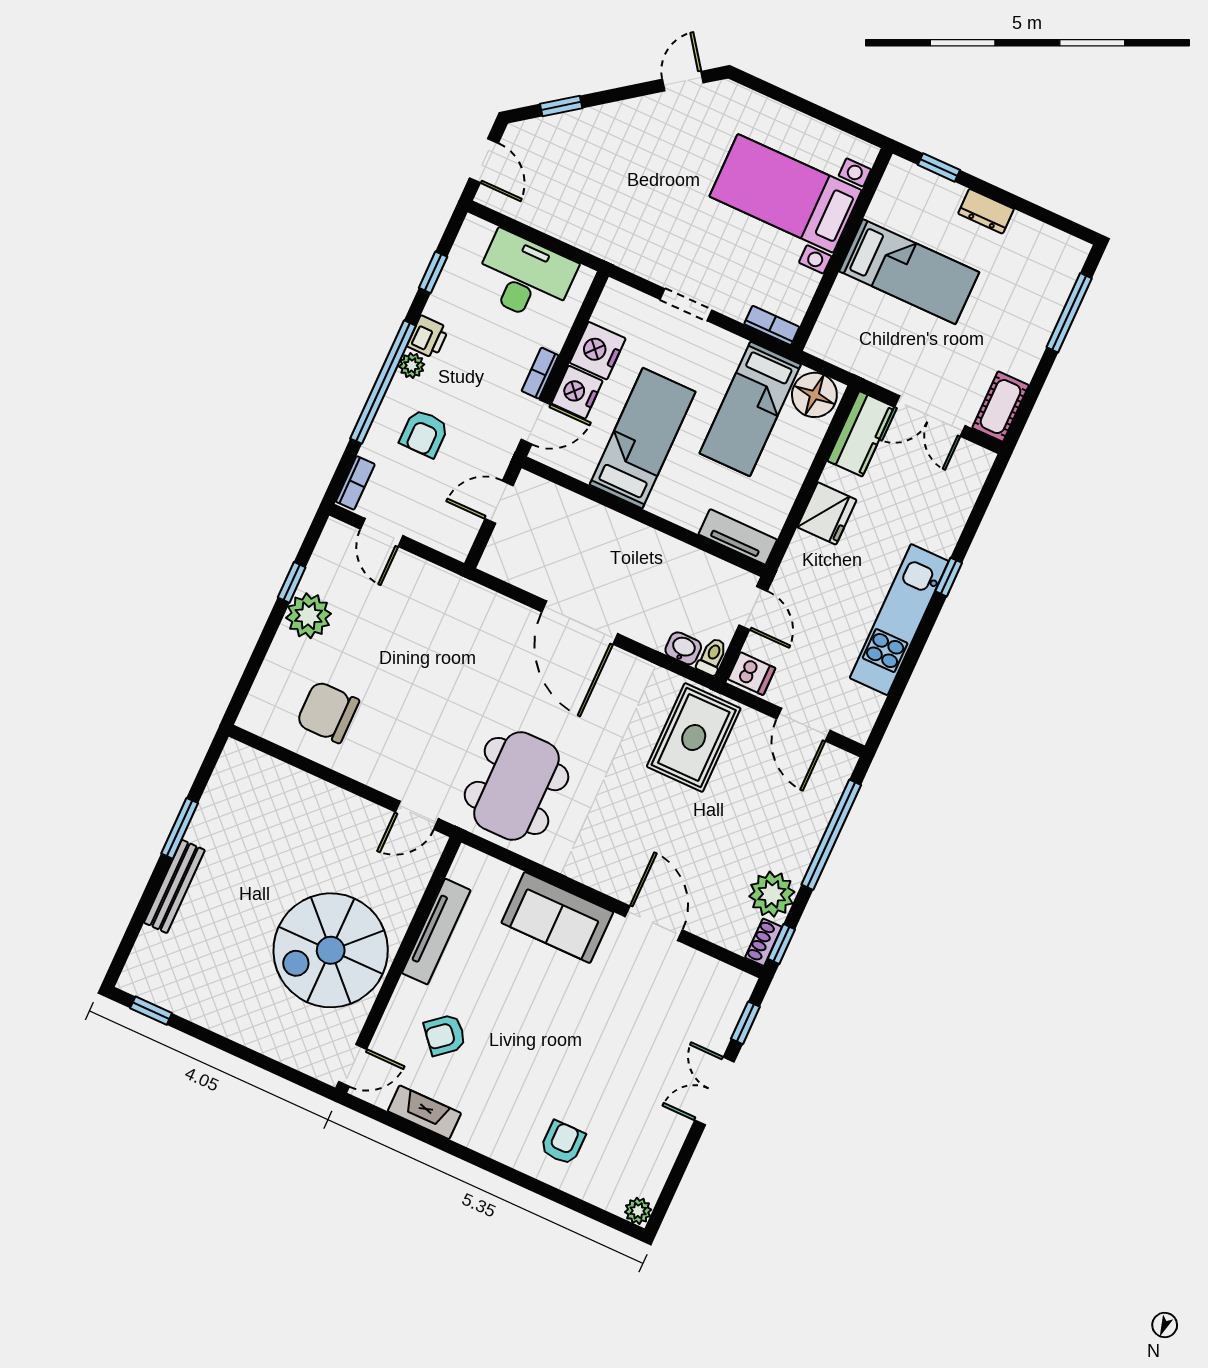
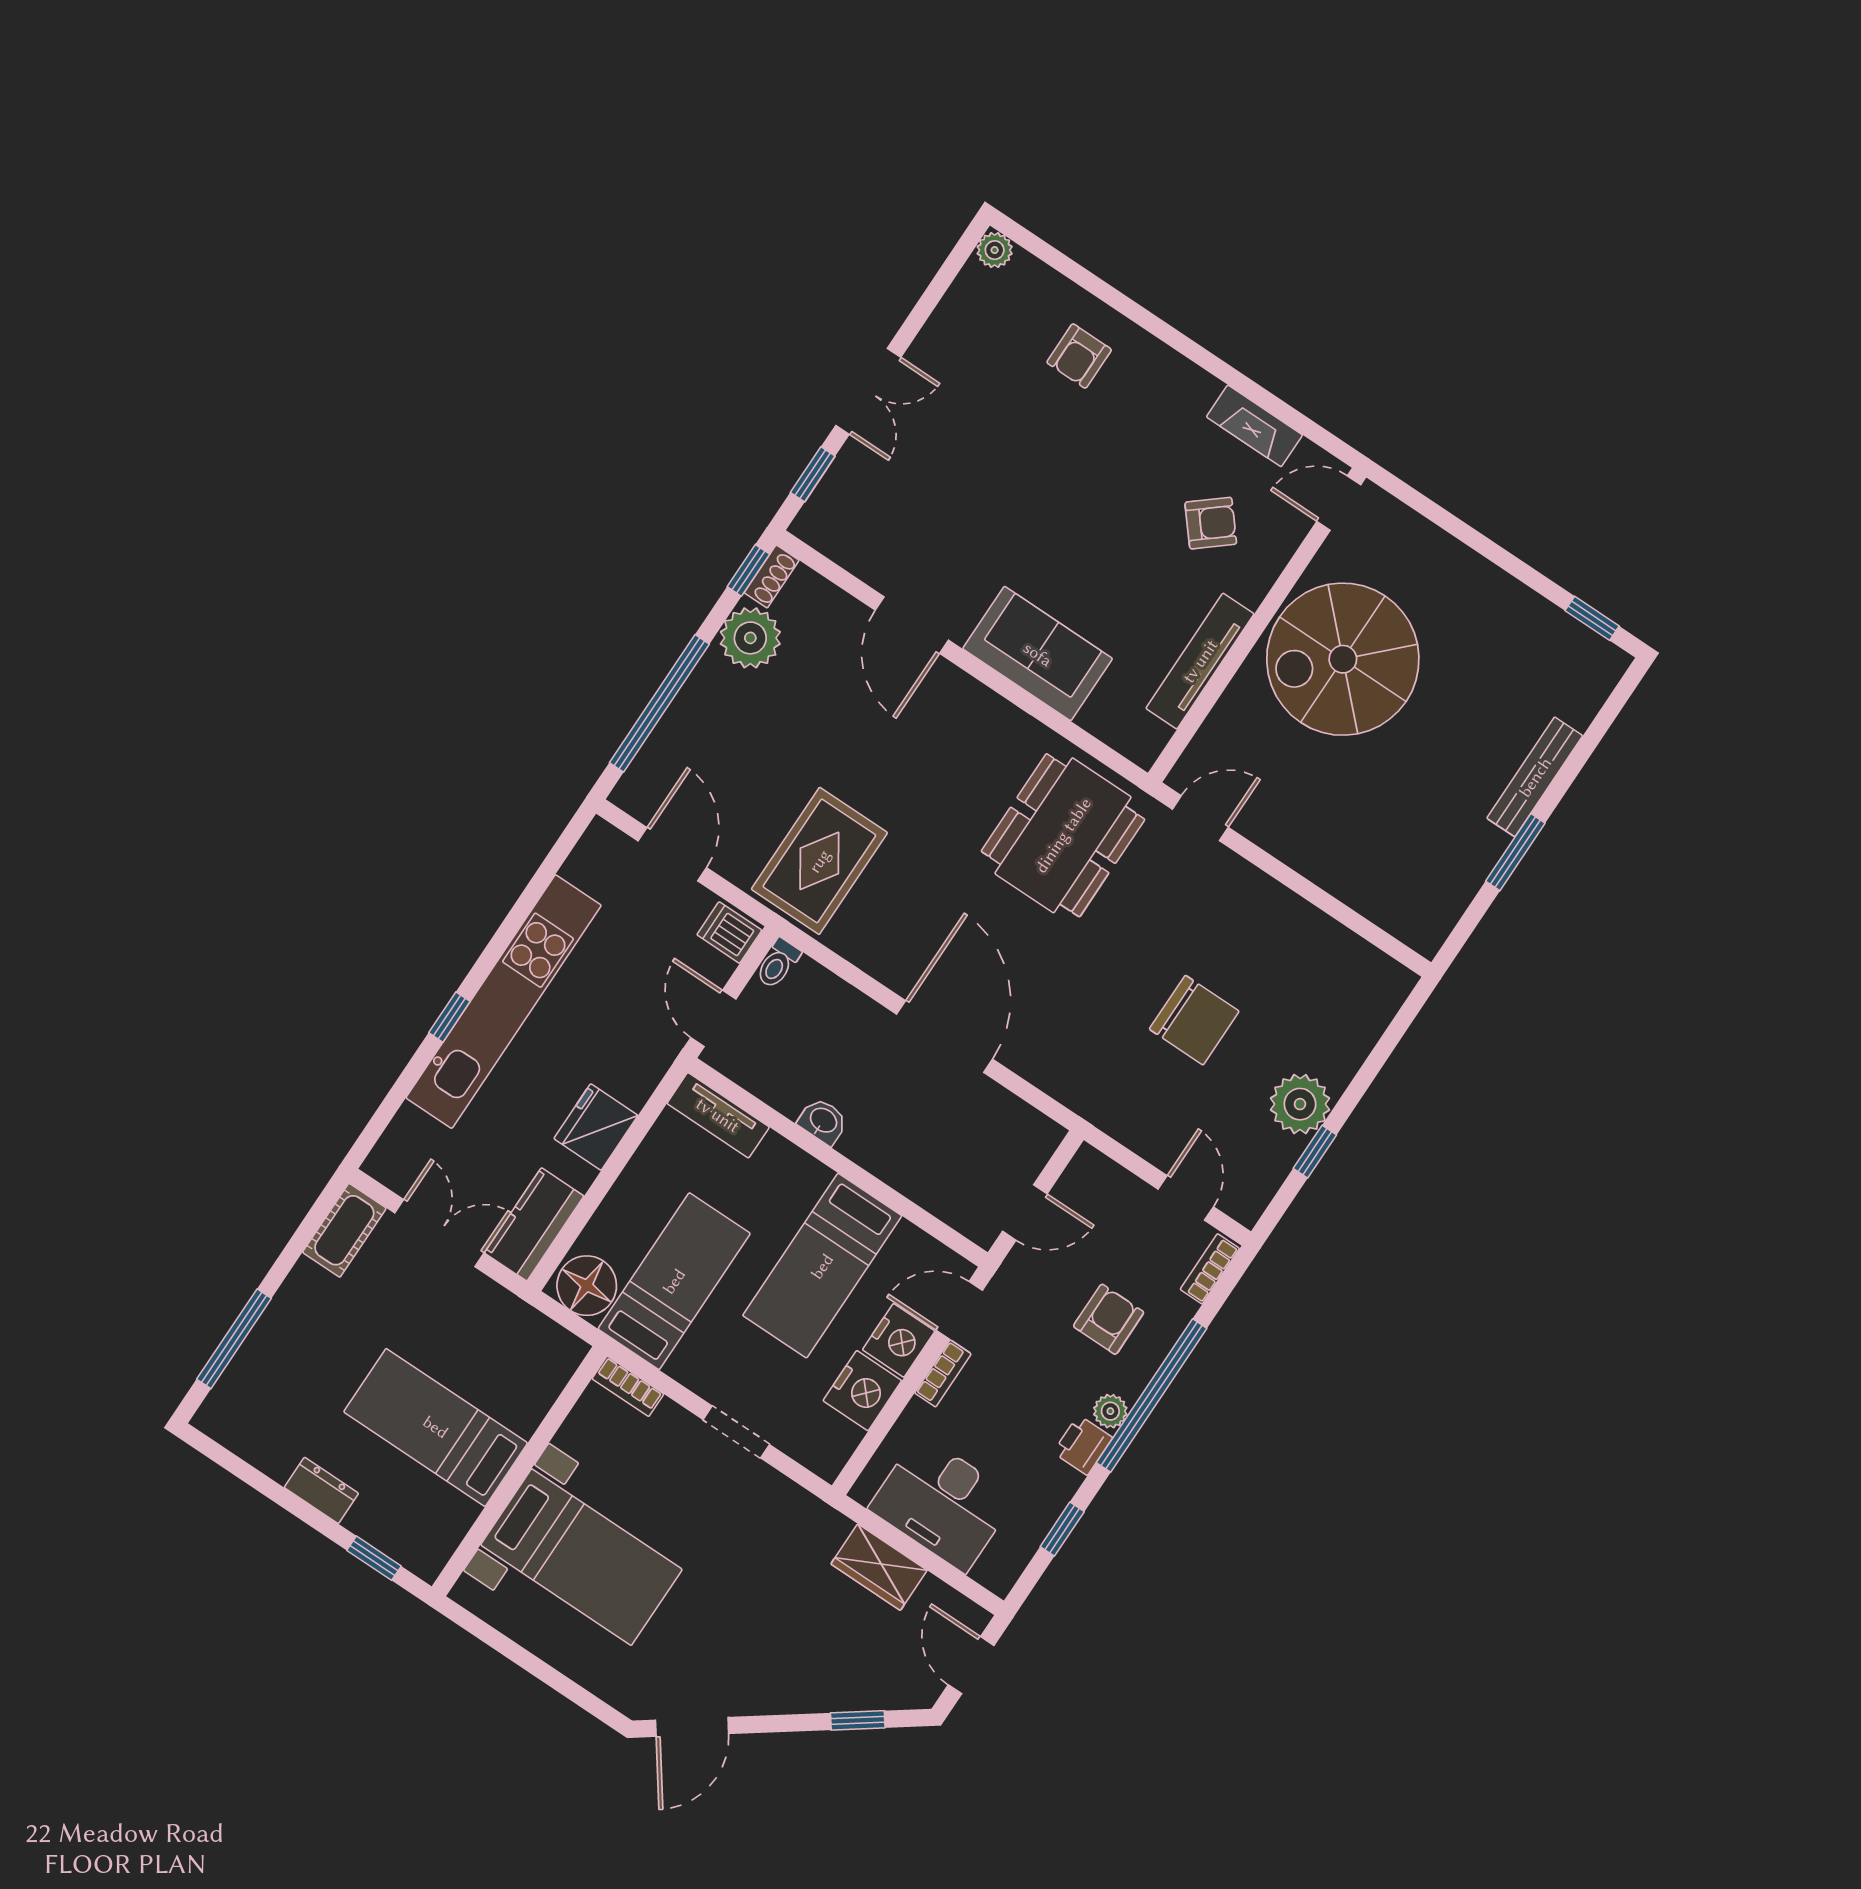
door: (683, 81) -> (692, 1727), width x1.38
wardrobe: (564, 222) -> (879, 1567), added
kitchen unit: (899, 620) -> (504, 1002), width x1.36
washbasin: (683, 648) -> (823, 1121), moved, turned 180
chair: (328, 712) -> (1194, 1020), moved
spiral stairs: (331, 950) -> (1343, 659), turned 180

